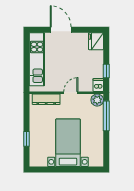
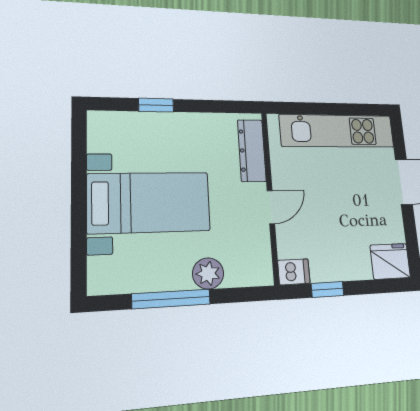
door: (71, 93) -> (271, 207), hinge flipped
plant: (97, 100) -> (208, 273), moved
window: (106, 116) -> (171, 299), moved

